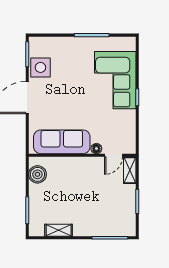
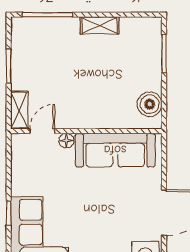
shelving: (59, 230) -> (100, 25), moved

